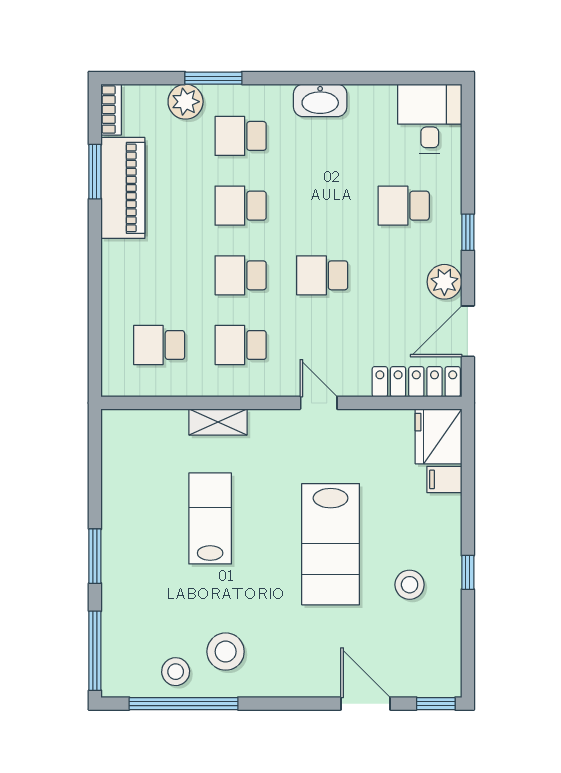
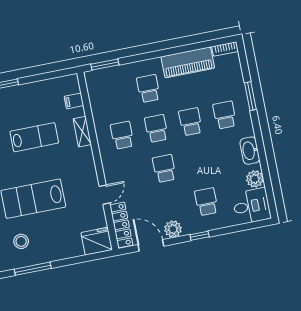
plant: (186, 102) -> (255, 179), moved
window: (95, 172) -> (105, 65), moved
school desk: (159, 345) -> (148, 89), moved
door: (319, 403) -> (104, 195), moved
filing cabinet: (444, 479) -> (74, 101), moved, turned -90
window: (468, 572) -> (33, 269), width x2.17

